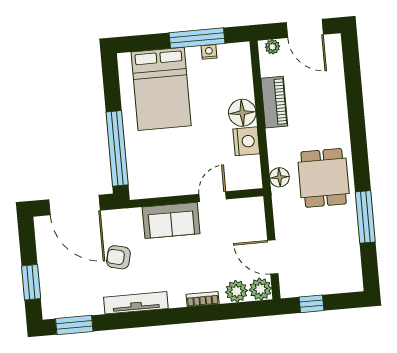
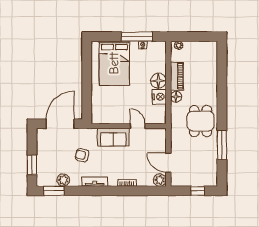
door: (305, 28) -> (198, 37), removed
window: (117, 148) -> (87, 94), removed
floor lamp: (279, 177) -> (176, 97), moved
door: (213, 197) -> (138, 126), hinge flipped
door: (75, 205) -> (60, 124), swing flipped
plant: (236, 291) -> (63, 180), moved
tv unit: (136, 303) -> (95, 182), width x0.71
window: (312, 304) -> (198, 191), moved

